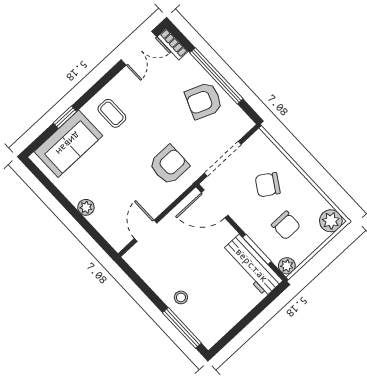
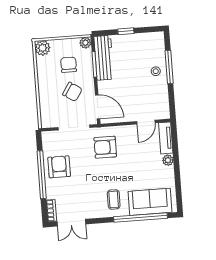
double door: (139, 48) -> (71, 223), swing flipped
armchair: (204, 101) -> (59, 167), turned -112
window: (65, 117) -> (141, 218), width x3.17
chair: (268, 185) -> (72, 92), moved
tv unit: (109, 231) -> (166, 138), added
window: (251, 316) -> (126, 31), added
window: (182, 328) -> (169, 67), moved

